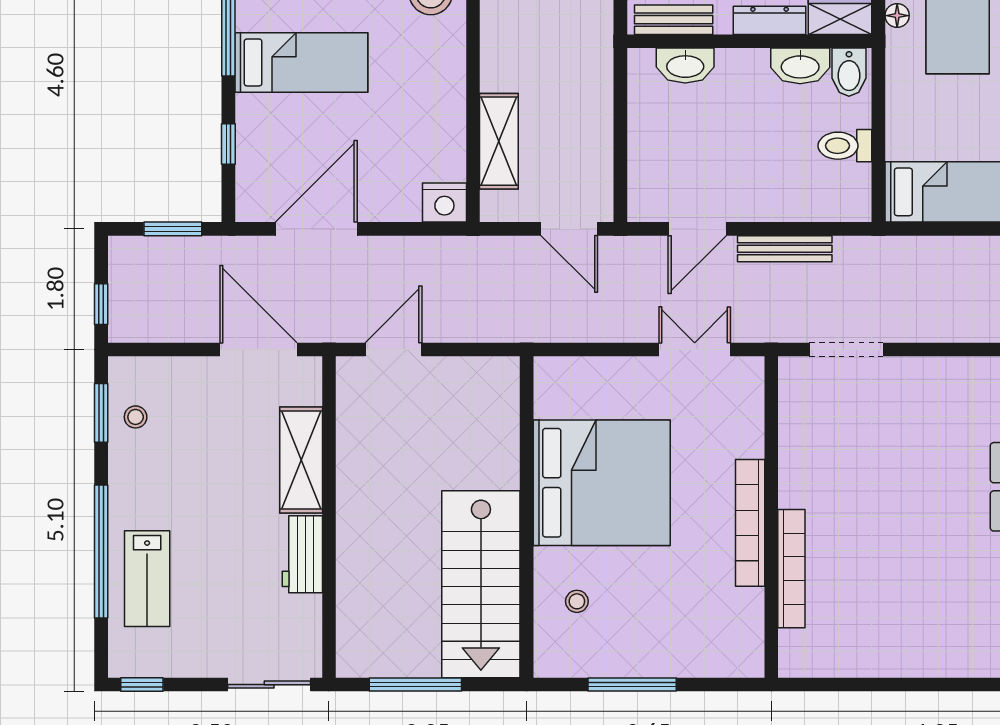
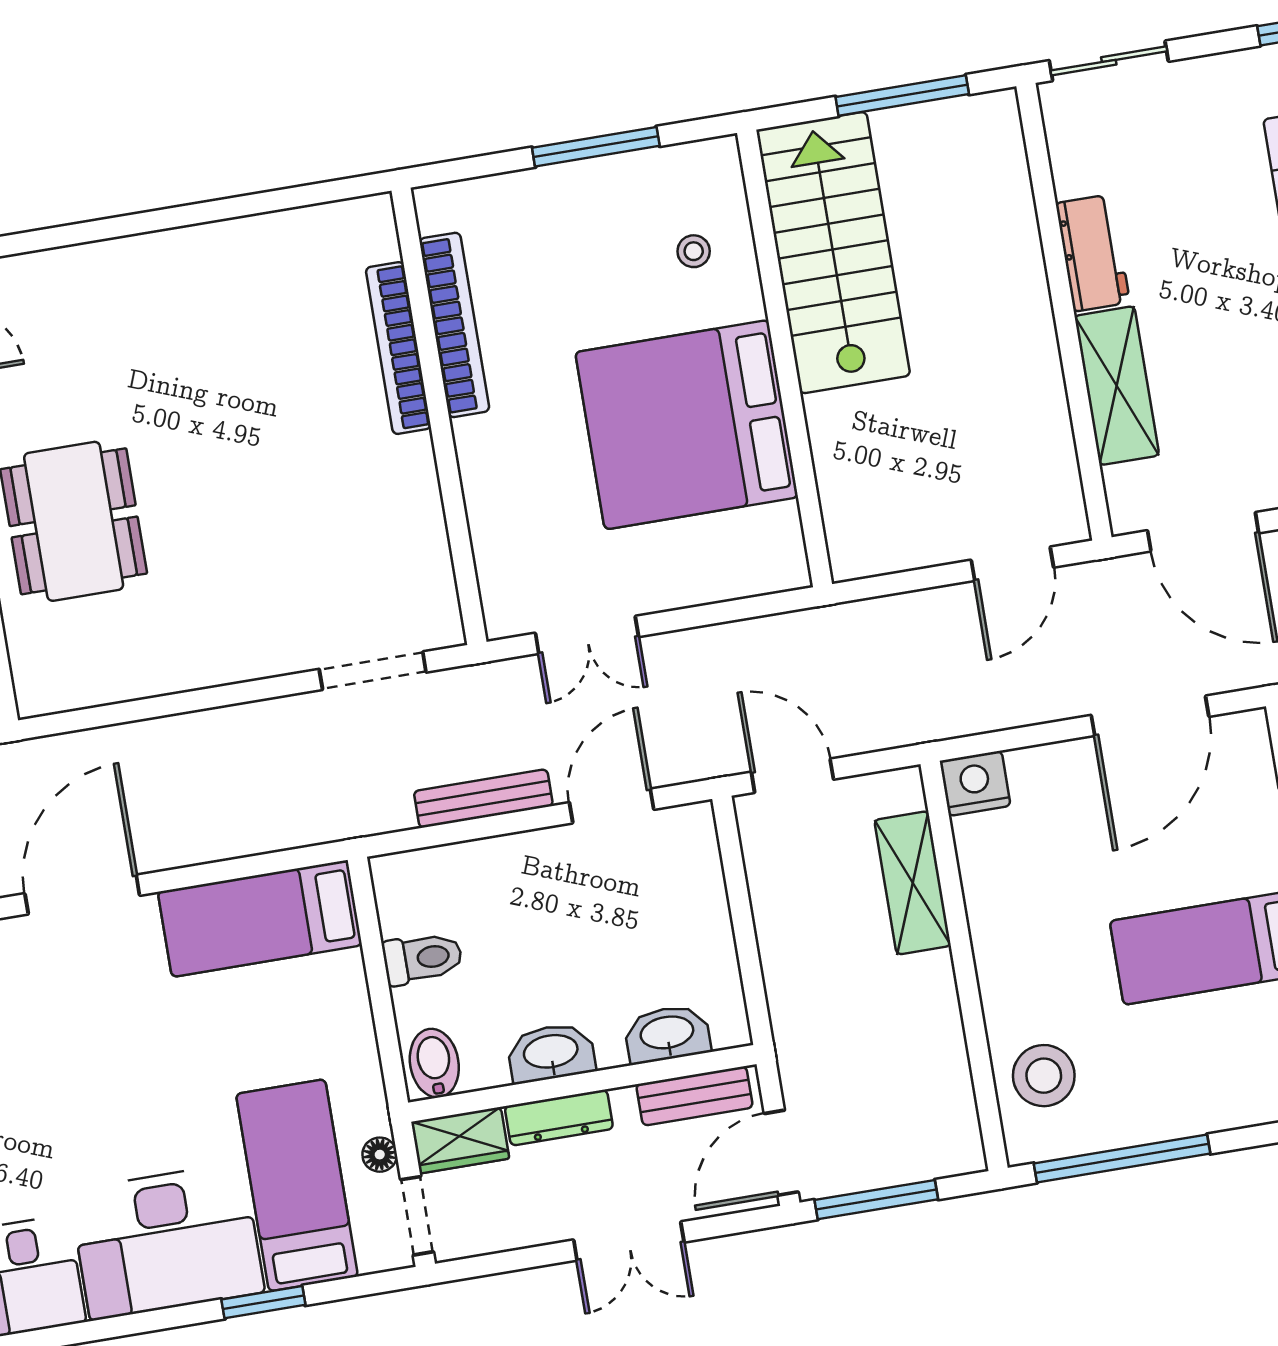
washbasin: (800, 66) -> (551, 1053), moved
bookcase: (750, 523) -> (454, 325), moved

